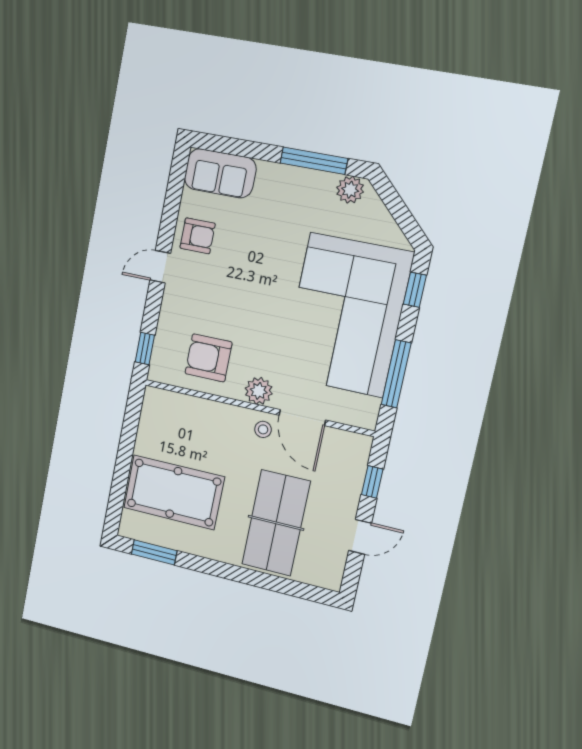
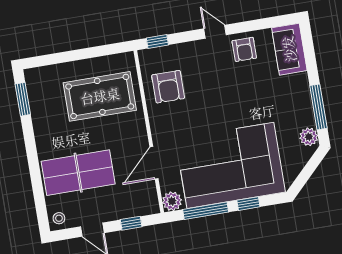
window: (415, 290) -> (248, 204), moved
armchair: (209, 358) -> (168, 87), turned 180
plant: (259, 391) -> (172, 201), moved
stool: (263, 429) -> (59, 218), moved
pool table: (174, 492) -> (100, 96), moved, turned 90

